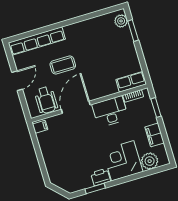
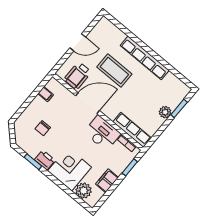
plant: (121, 21) -> (165, 112), moved
row of seats: (37, 41) -> (145, 58), moved
coffee table: (63, 65) -> (114, 71), width x1.36, depth x1.32
row of seats: (131, 82) -> (132, 130), width x1.48
filing cabinet: (40, 127) -> (46, 94), moved
chair: (72, 161) -> (43, 128), added

